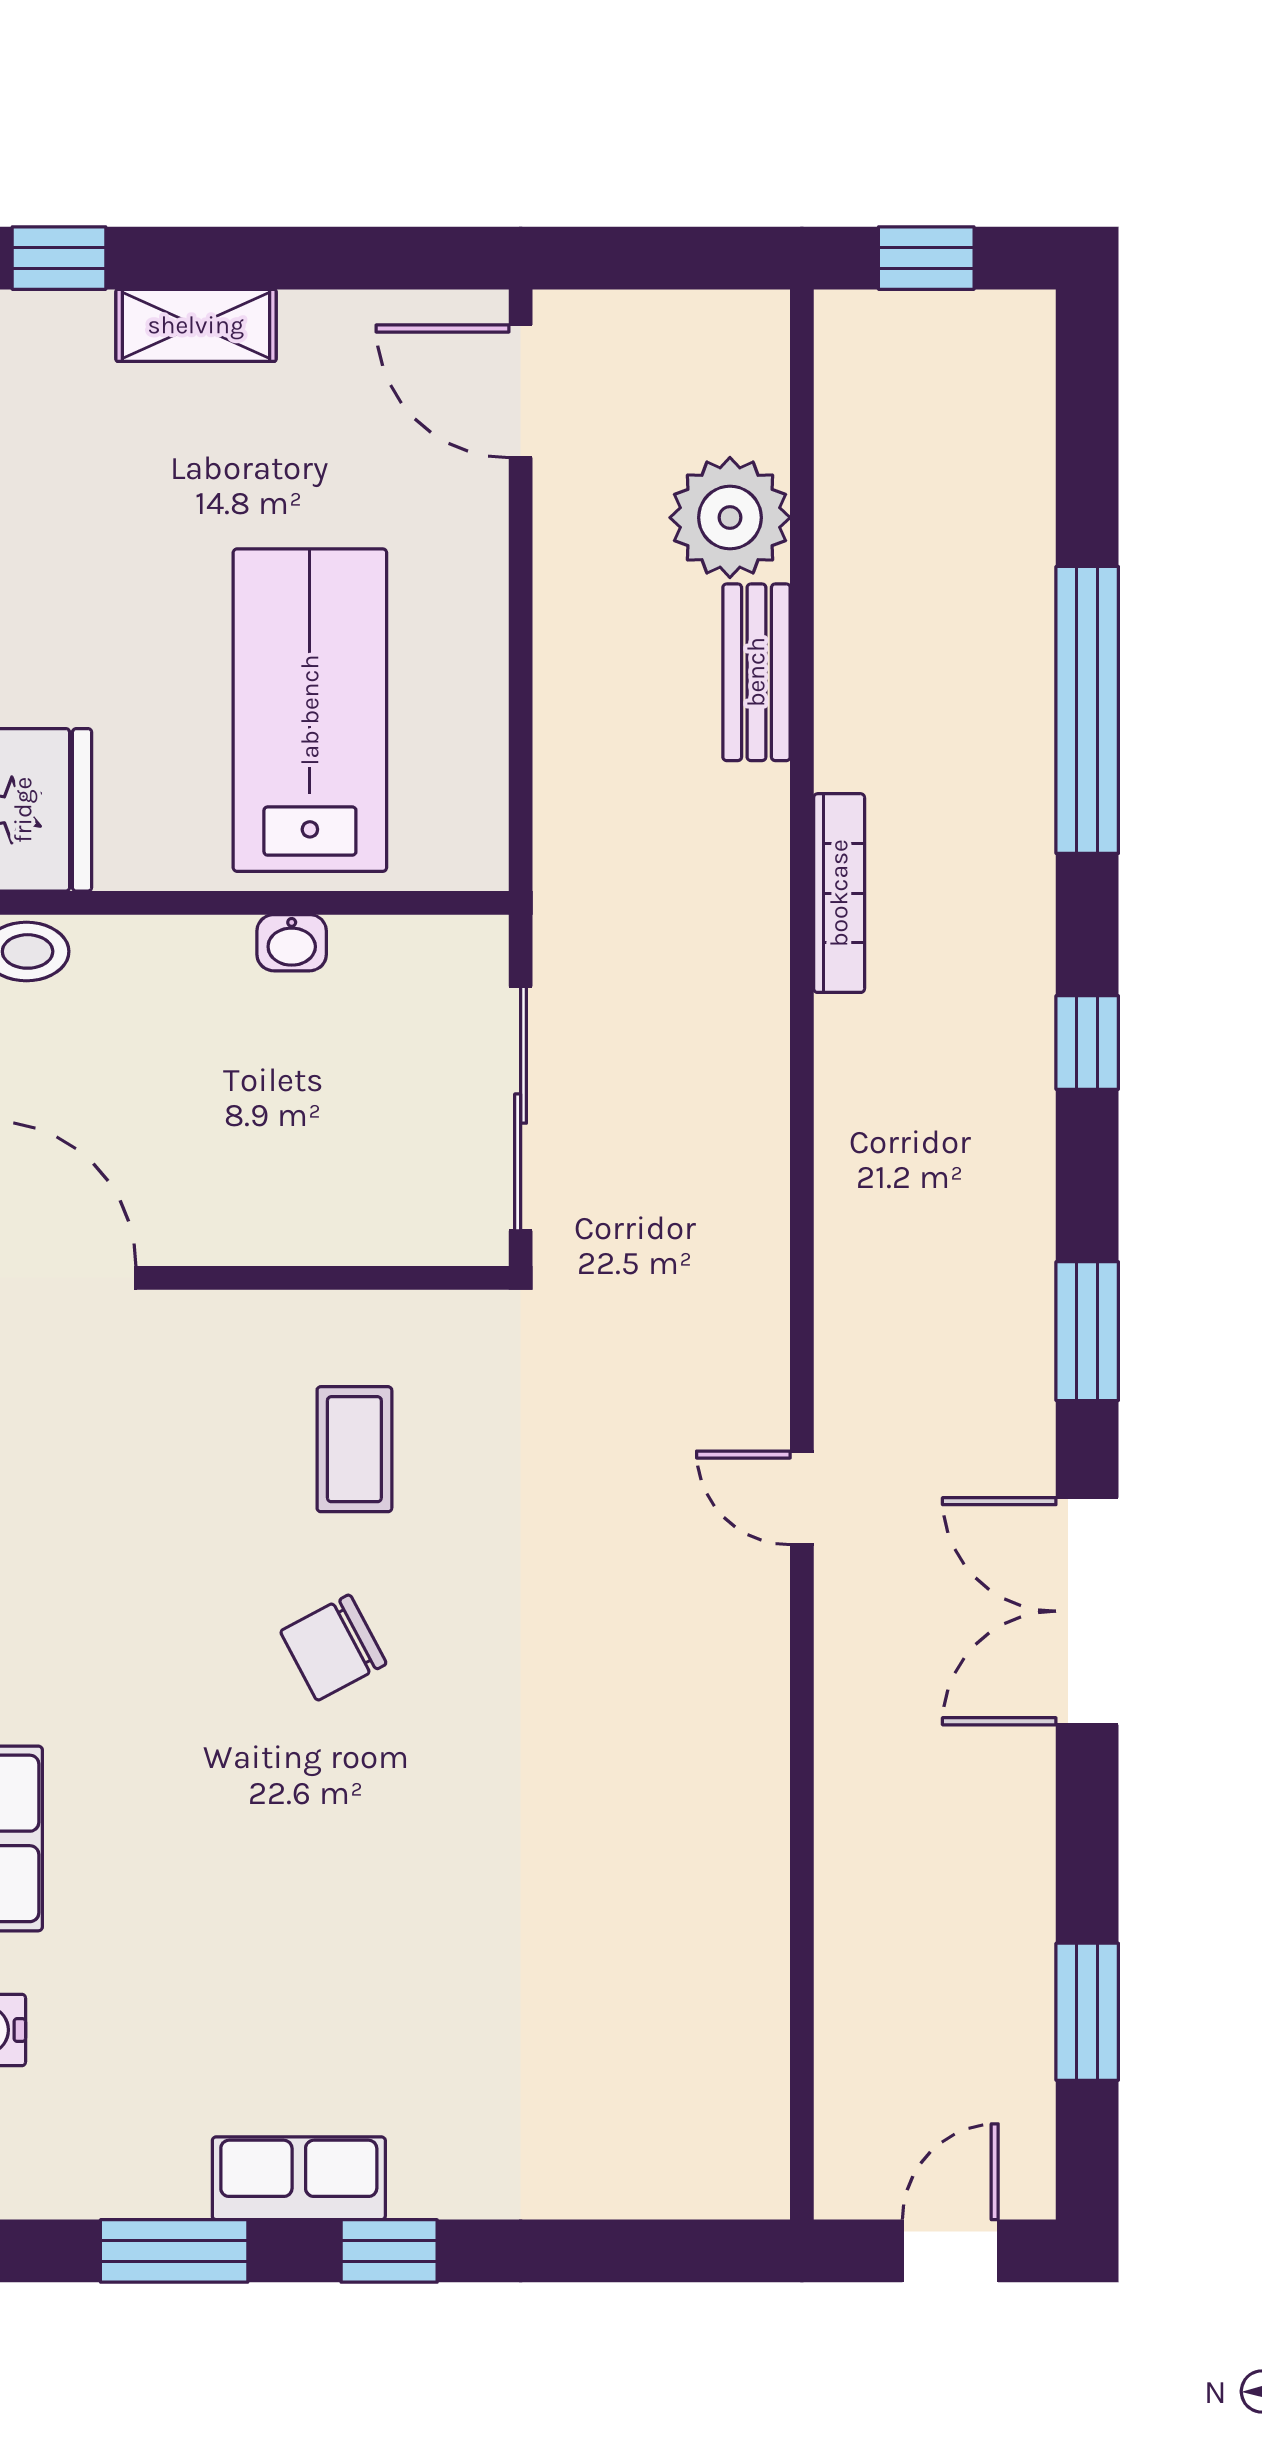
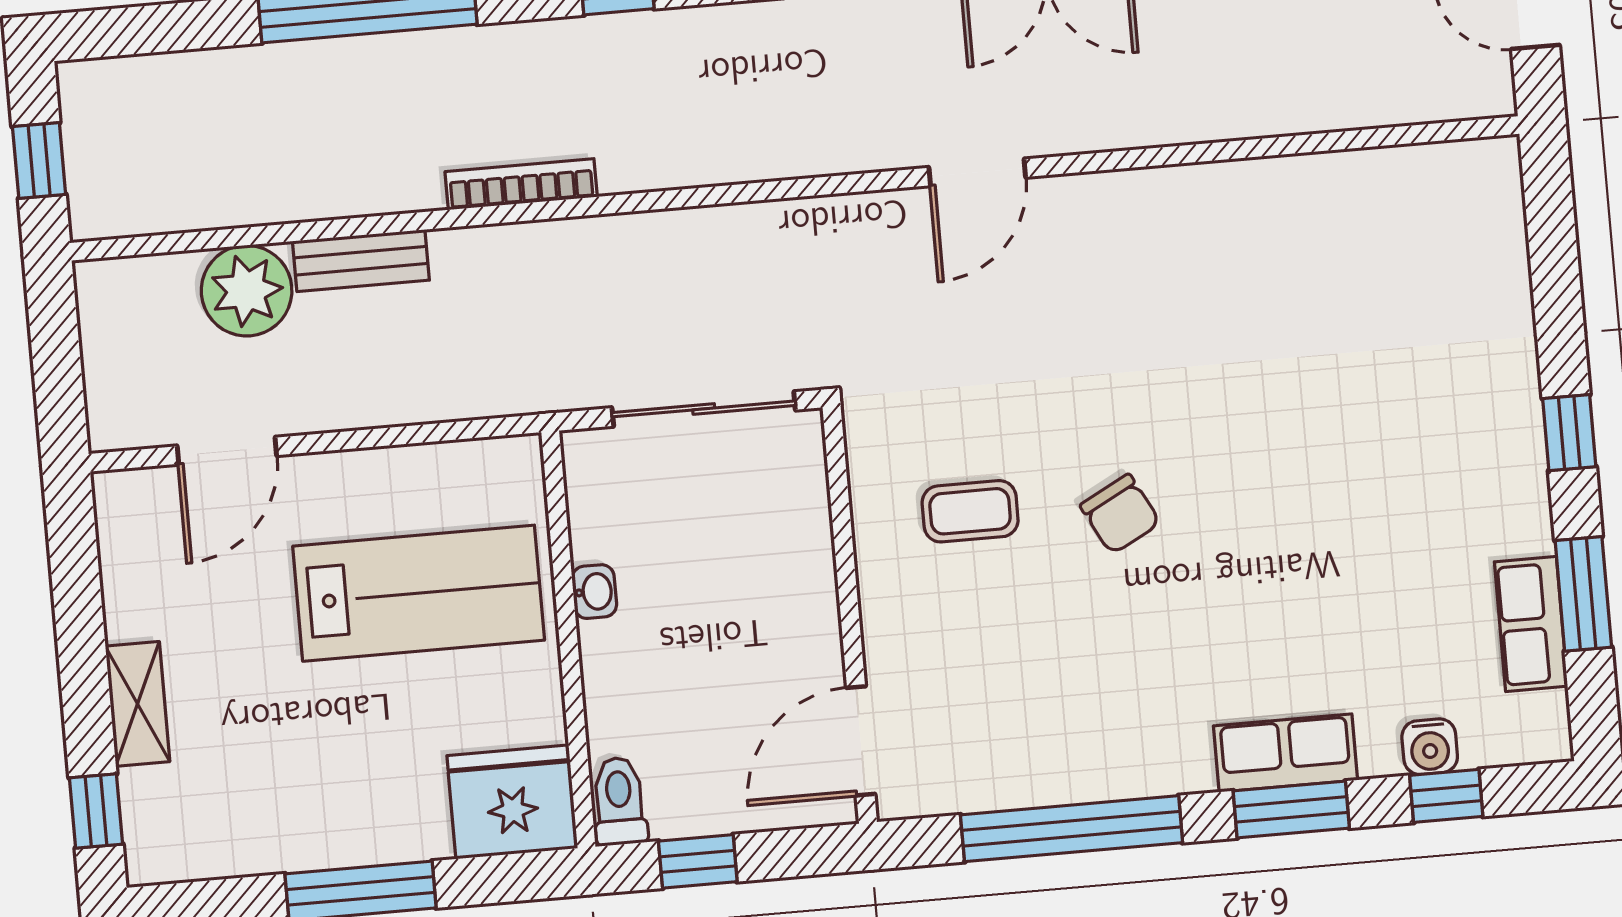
door: (521, 391) -> (227, 451), moved
lab bench: (310, 710) -> (419, 593), turned 180
door: (802, 1498) -> (977, 172), width x1.37
row of seats: (299, 2178) -> (1531, 624), moved

